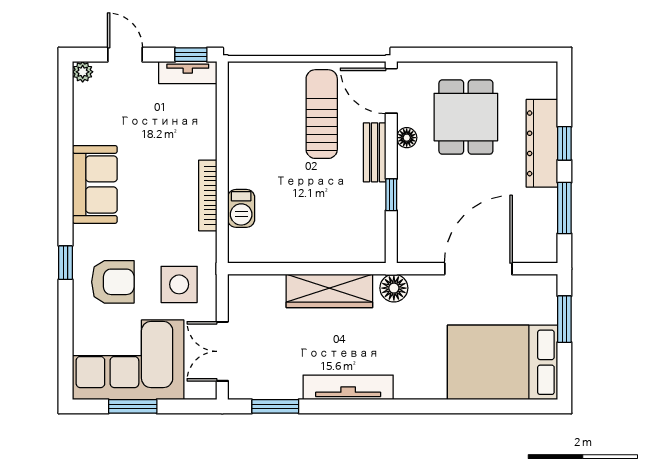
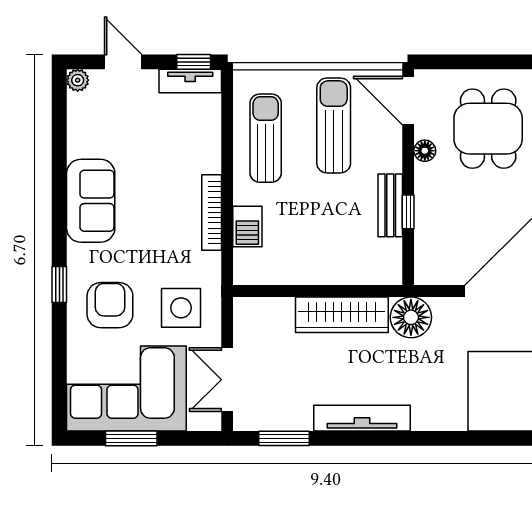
sun lounger: (258, 126) -> (266, 138), added
bench: (375, 152) -> (390, 205), moved
armchair: (113, 282) -> (110, 305), turned -90
floor lamp: (394, 288) -> (411, 317), width x1.38, depth x1.38

